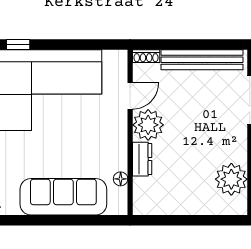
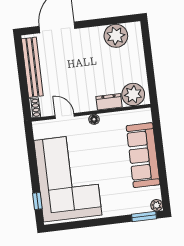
plant: (148, 125) -> (133, 94), moved
floor lamp: (121, 179) -> (94, 119), moved

